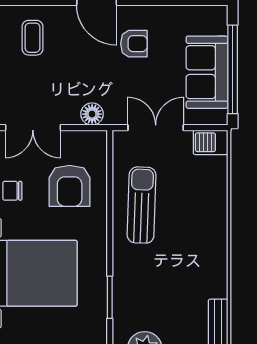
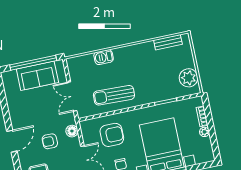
armchair: (134, 44) -> (50, 141), moved, turned -90
barbecue: (211, 142) -> (104, 57), moved, turned 90

